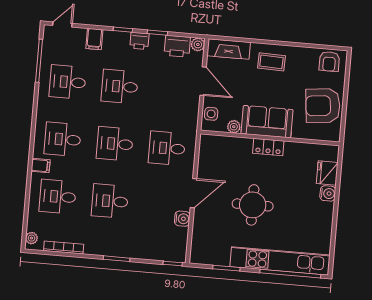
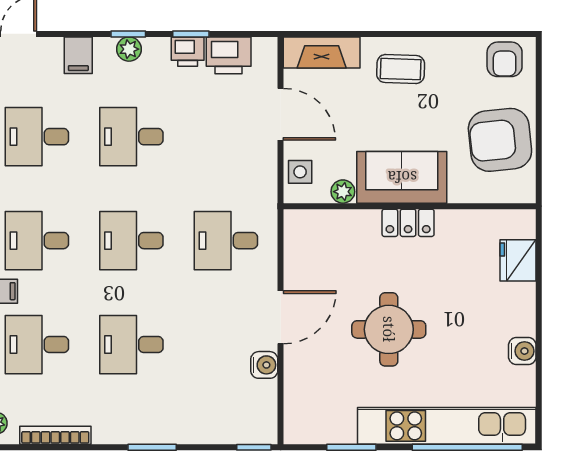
printer: (139, 41) -> (188, 52), moved
plant: (198, 44) -> (129, 49), moved
water cooler: (328, 193) -> (522, 351), moved

